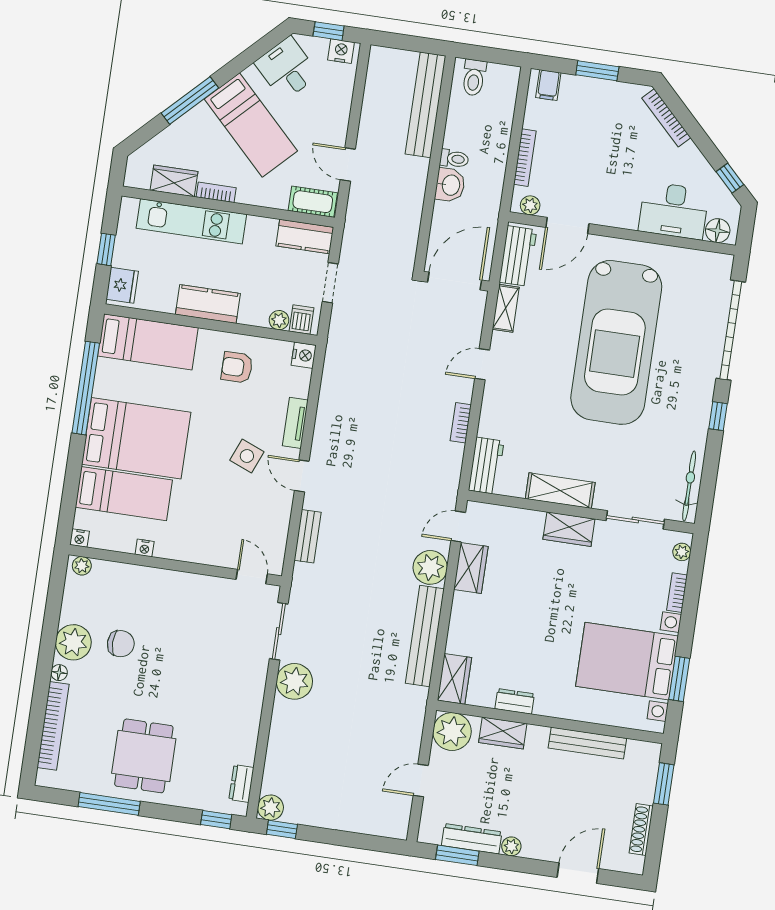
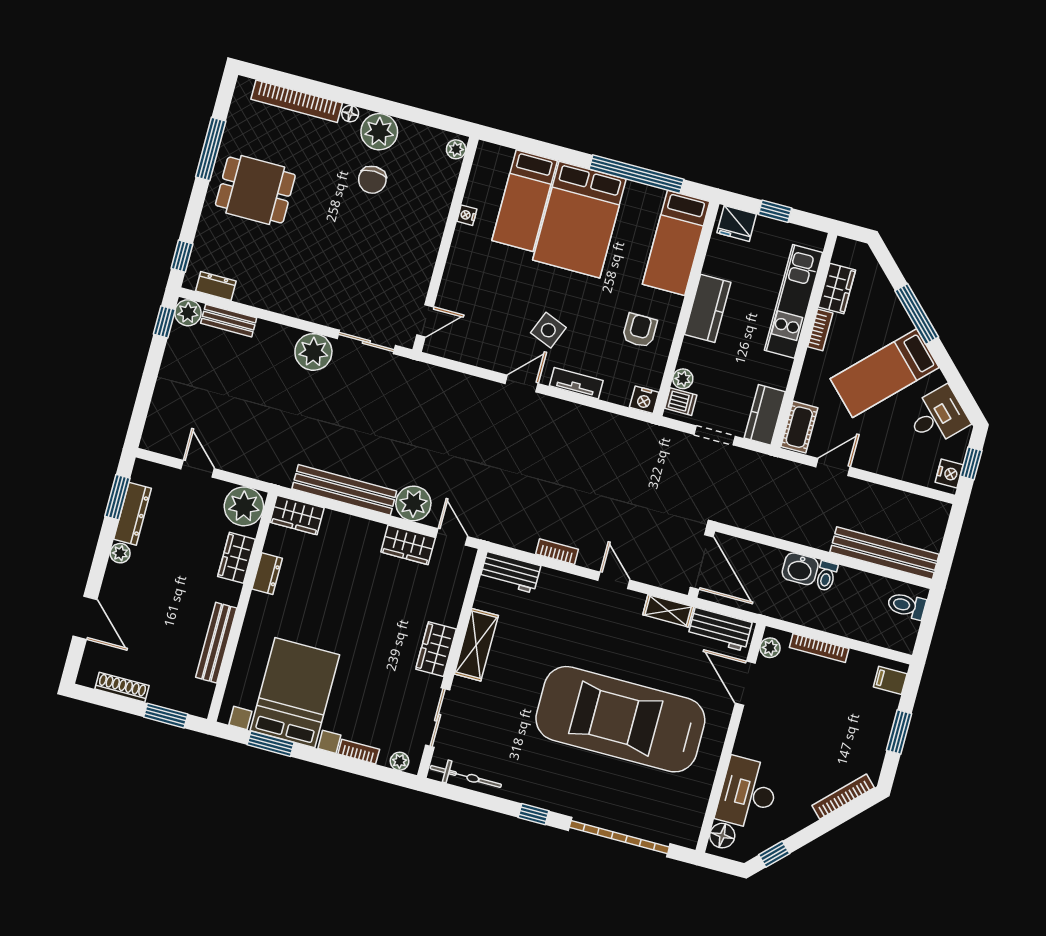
bench: (308, 536) -> (229, 321), moved
nightstand: (80, 538) -> (485, 150), removed

